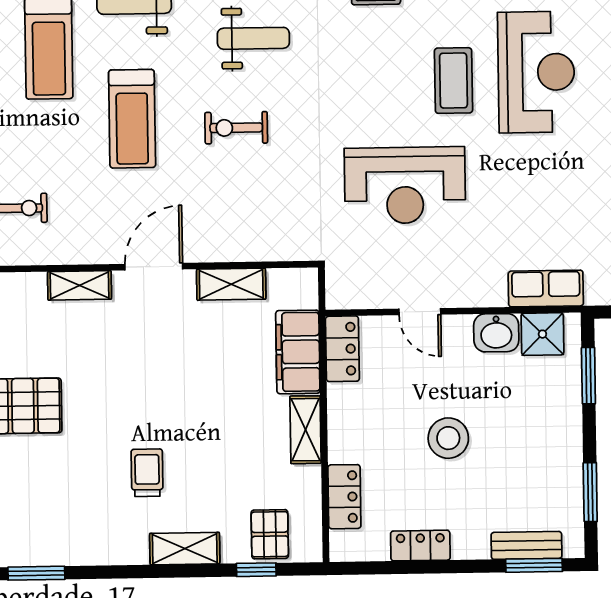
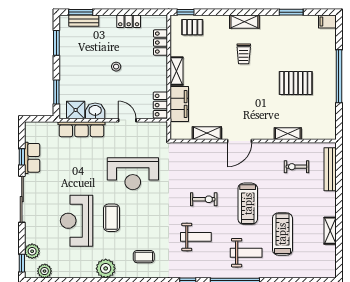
weight bench: (253, 38) -> (196, 237), turned 180
treadmill: (132, 119) -> (248, 204), turned 180
reception desk: (405, 185) -> (133, 174), turned 180
shelving: (80, 285) -> (288, 134), moved
row of seats: (546, 288) -> (81, 129), width x1.48
stool: (448, 438) -> (116, 67), width x0.53, depth x0.53
pallet: (270, 534) -> (192, 27), turned 90
shelving: (185, 549) -> (244, 22), moved
window: (256, 570) -> (185, 12), moved

